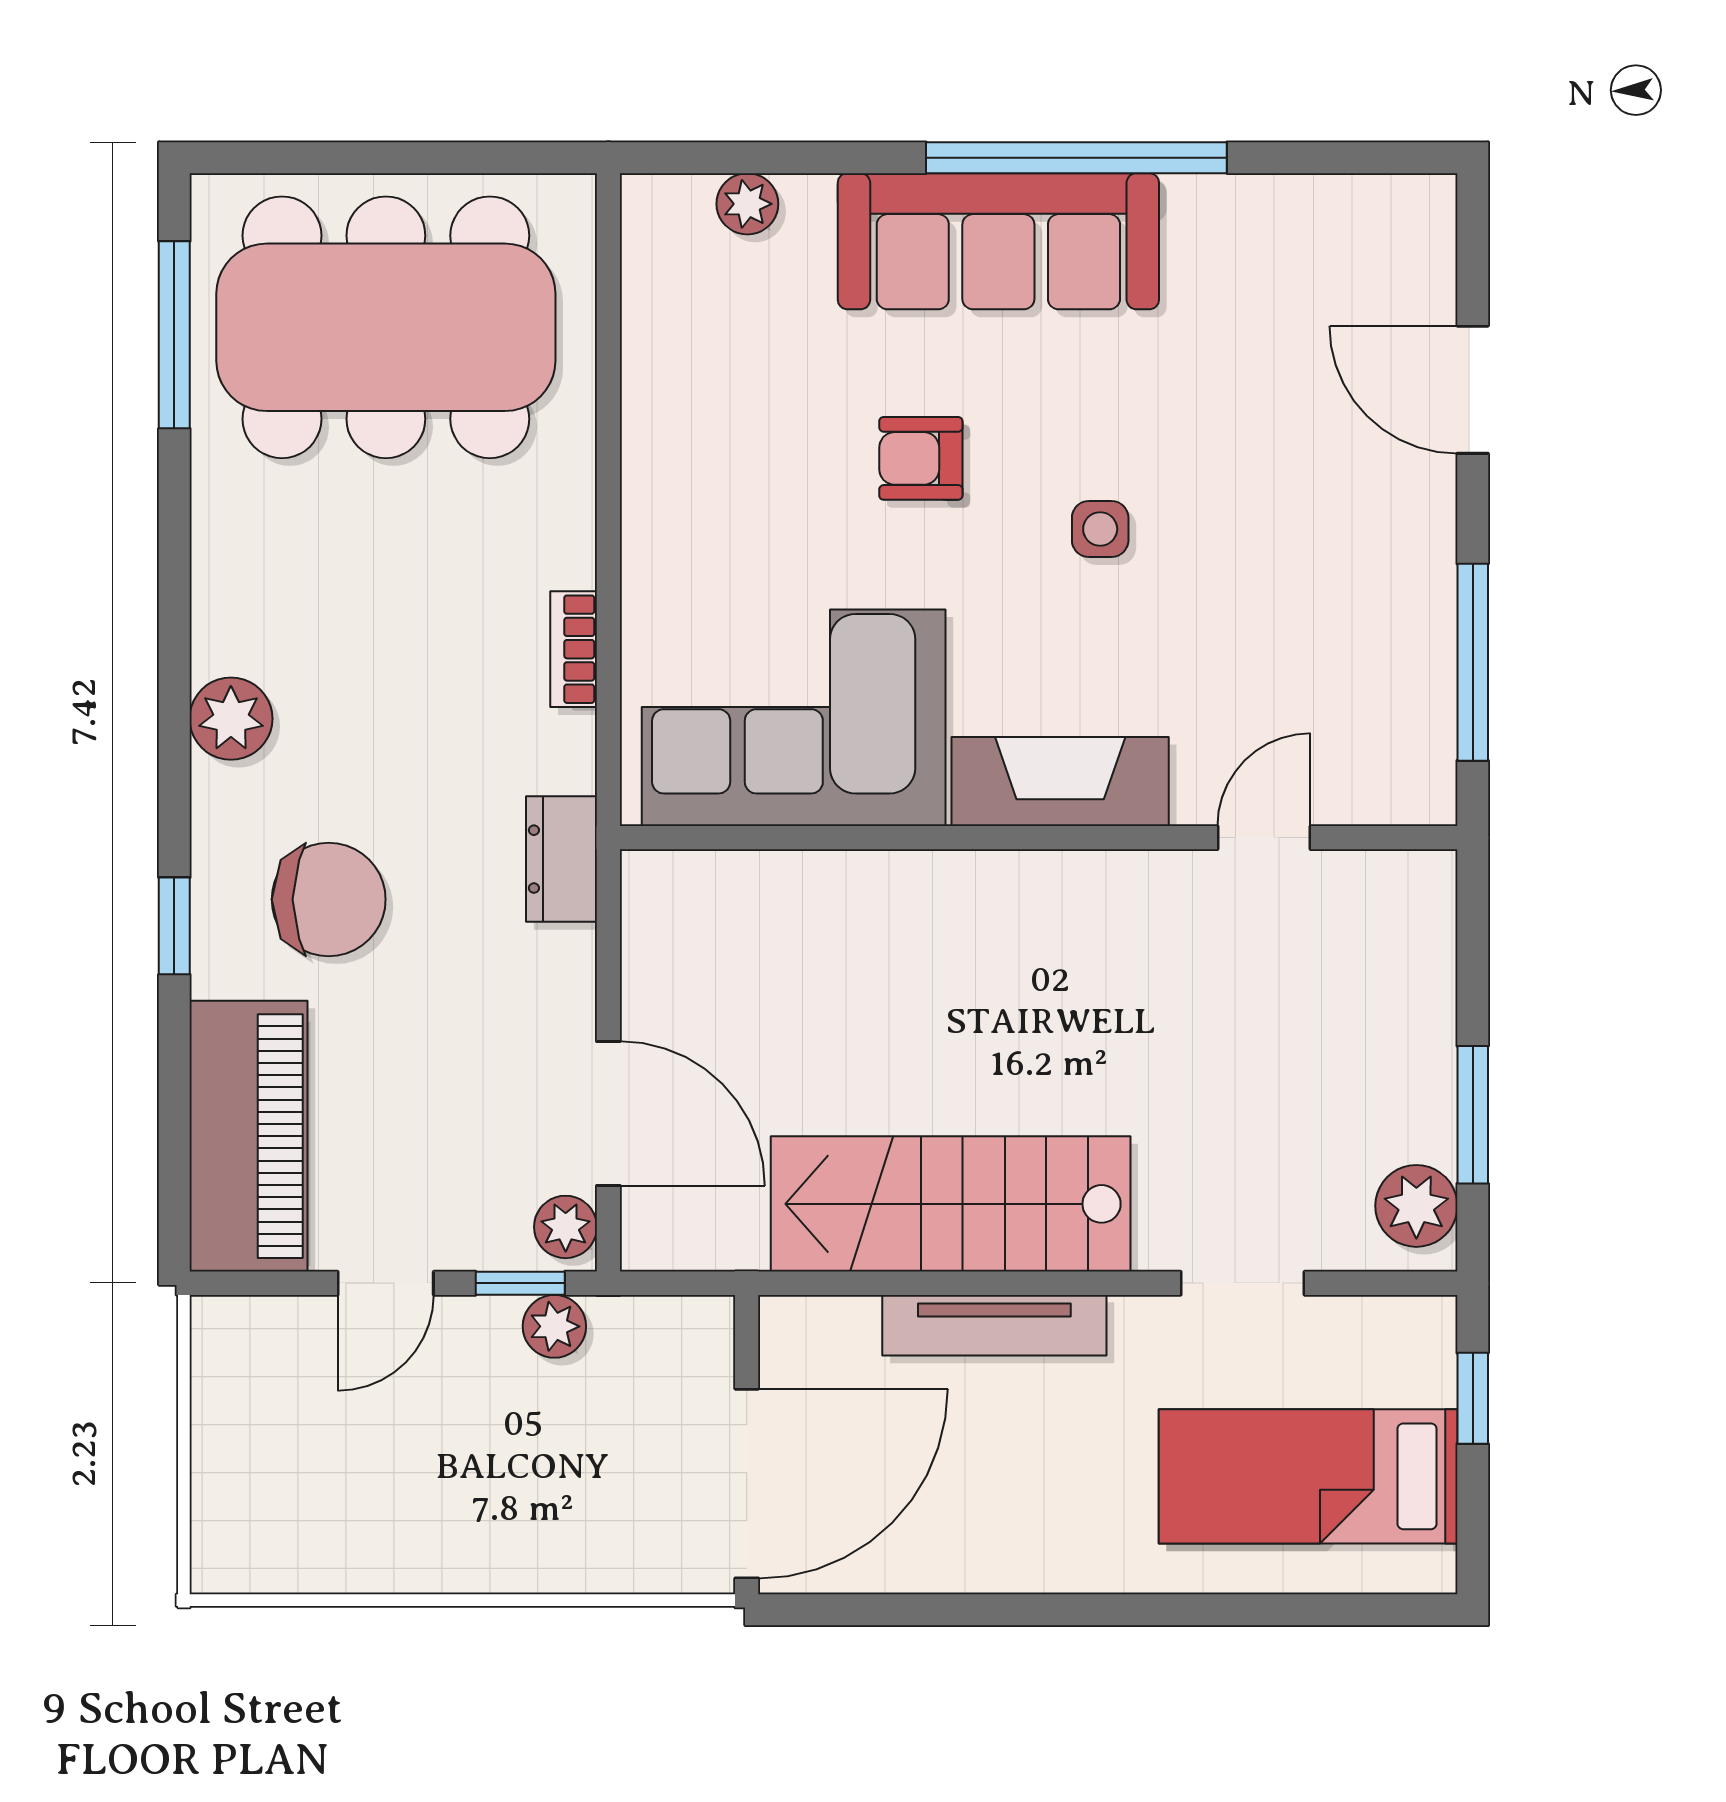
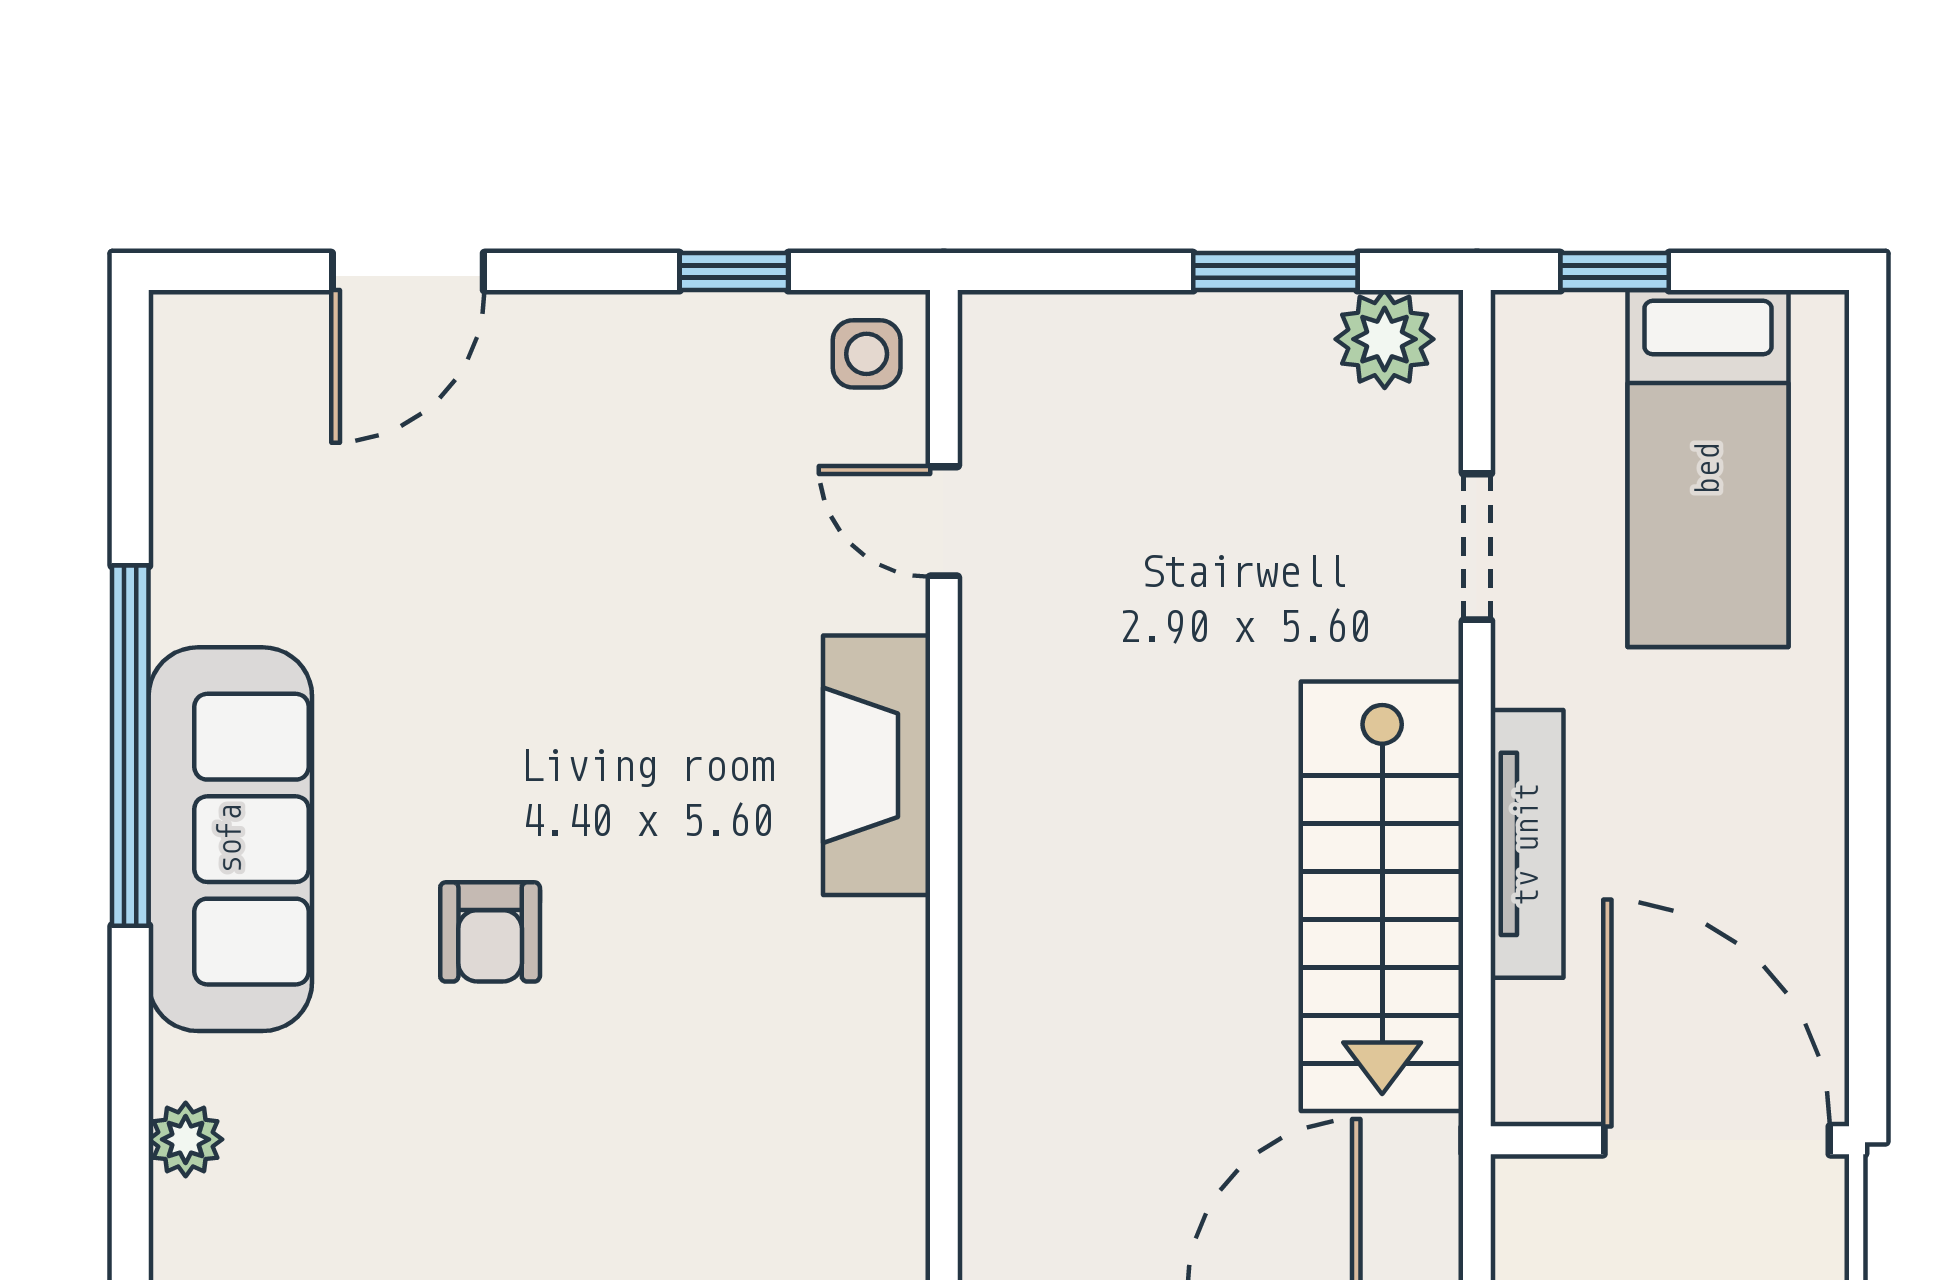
side table: (1100, 529) -> (867, 354), moved
window: (1473, 662) -> (734, 272), width x0.46
corner sofa: (794, 718) -> (800, 1084), removed

